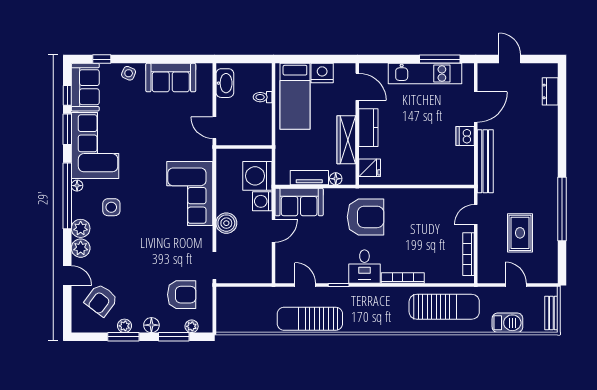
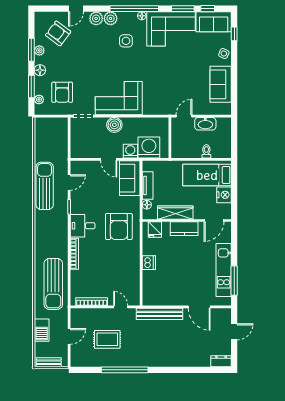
washbasin: (225, 83) -> (205, 124), moved
dresser: (550, 91) -> (221, 361), moved
dishwasher: (465, 136) -> (149, 263), moved, turned 90
corner sofa: (190, 194) -> (119, 98), moved

